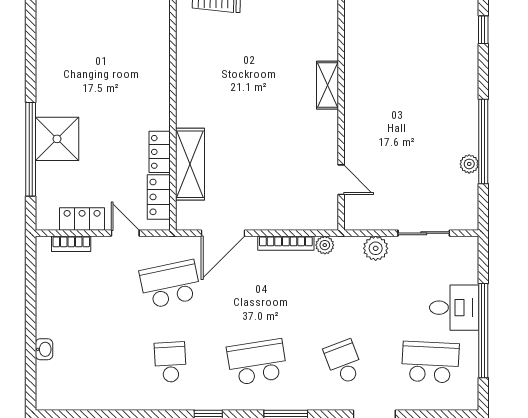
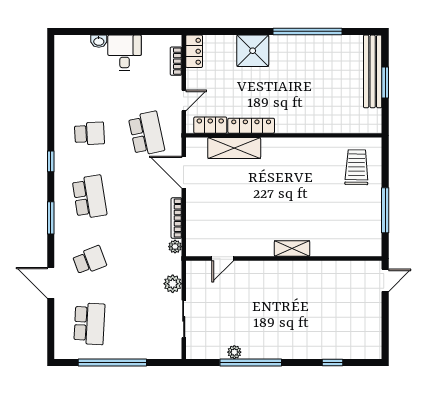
window: (31, 149) -> (308, 31), moved
locker: (160, 152) -> (251, 126), width x1.53
locker: (82, 219) -> (194, 51), moved
desk: (454, 308) -> (125, 53), moved, turned 180

